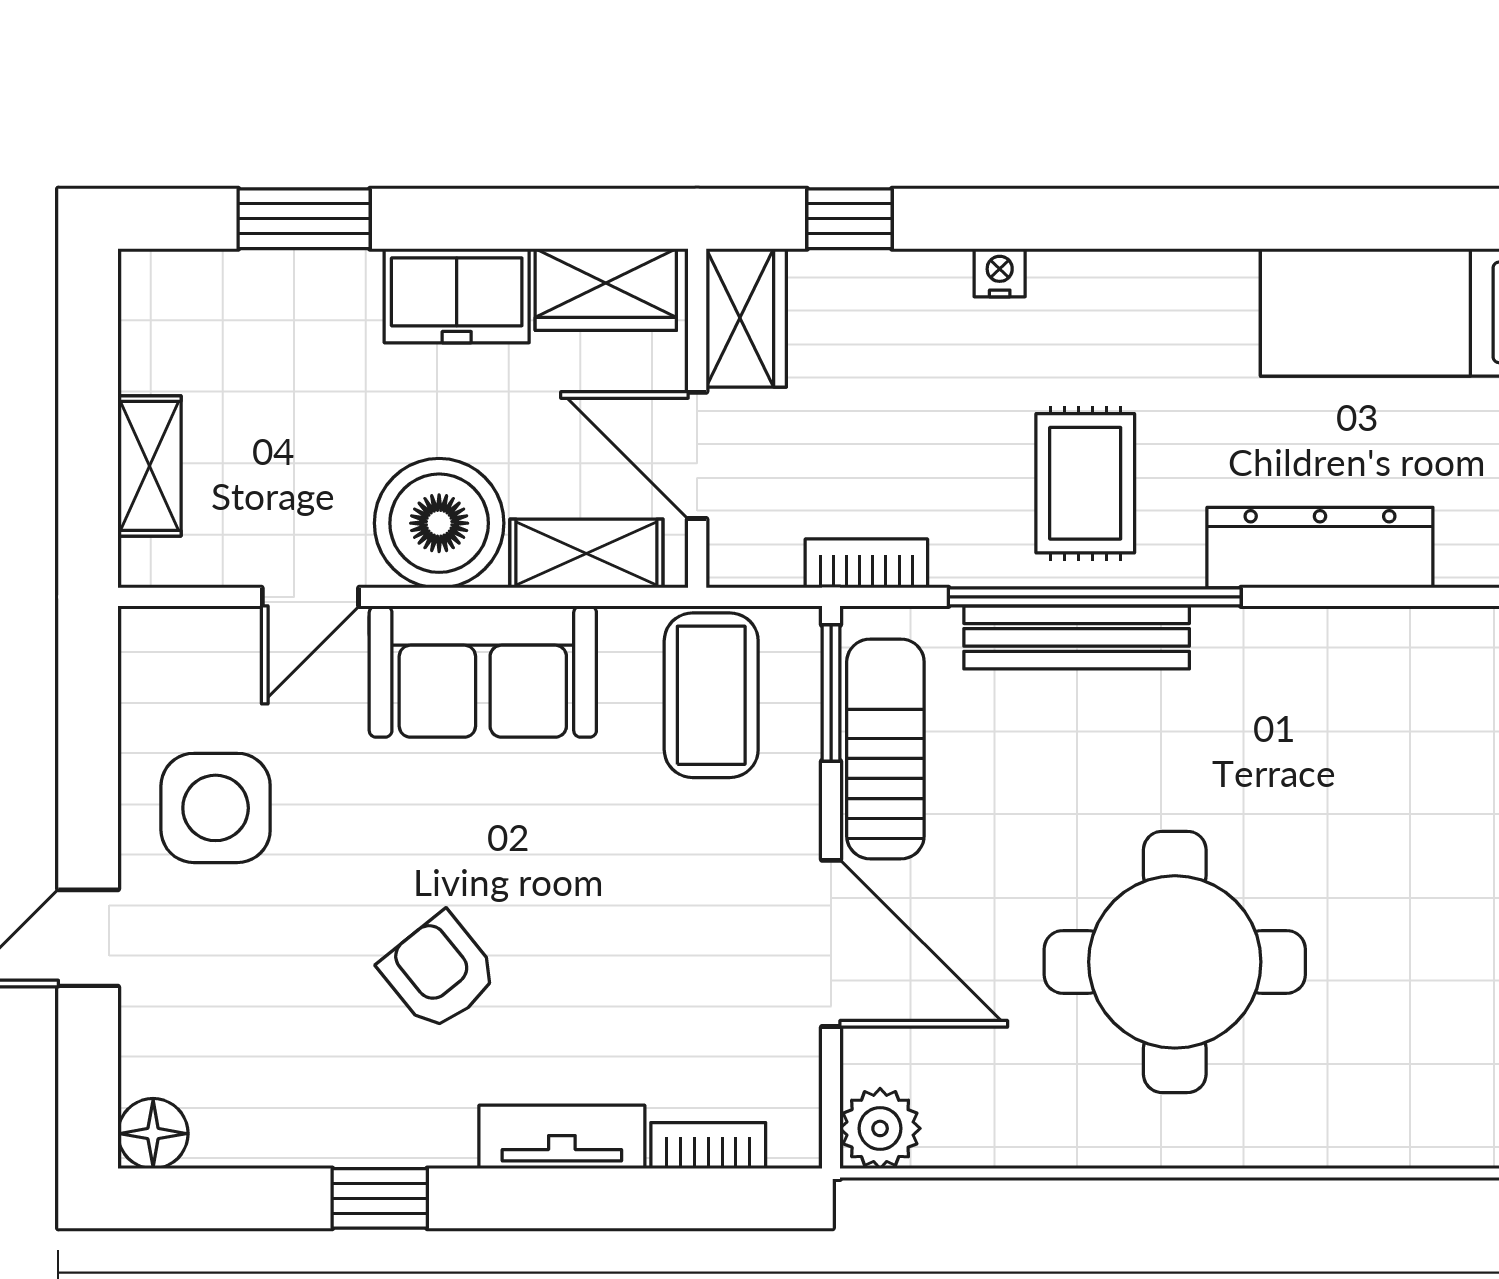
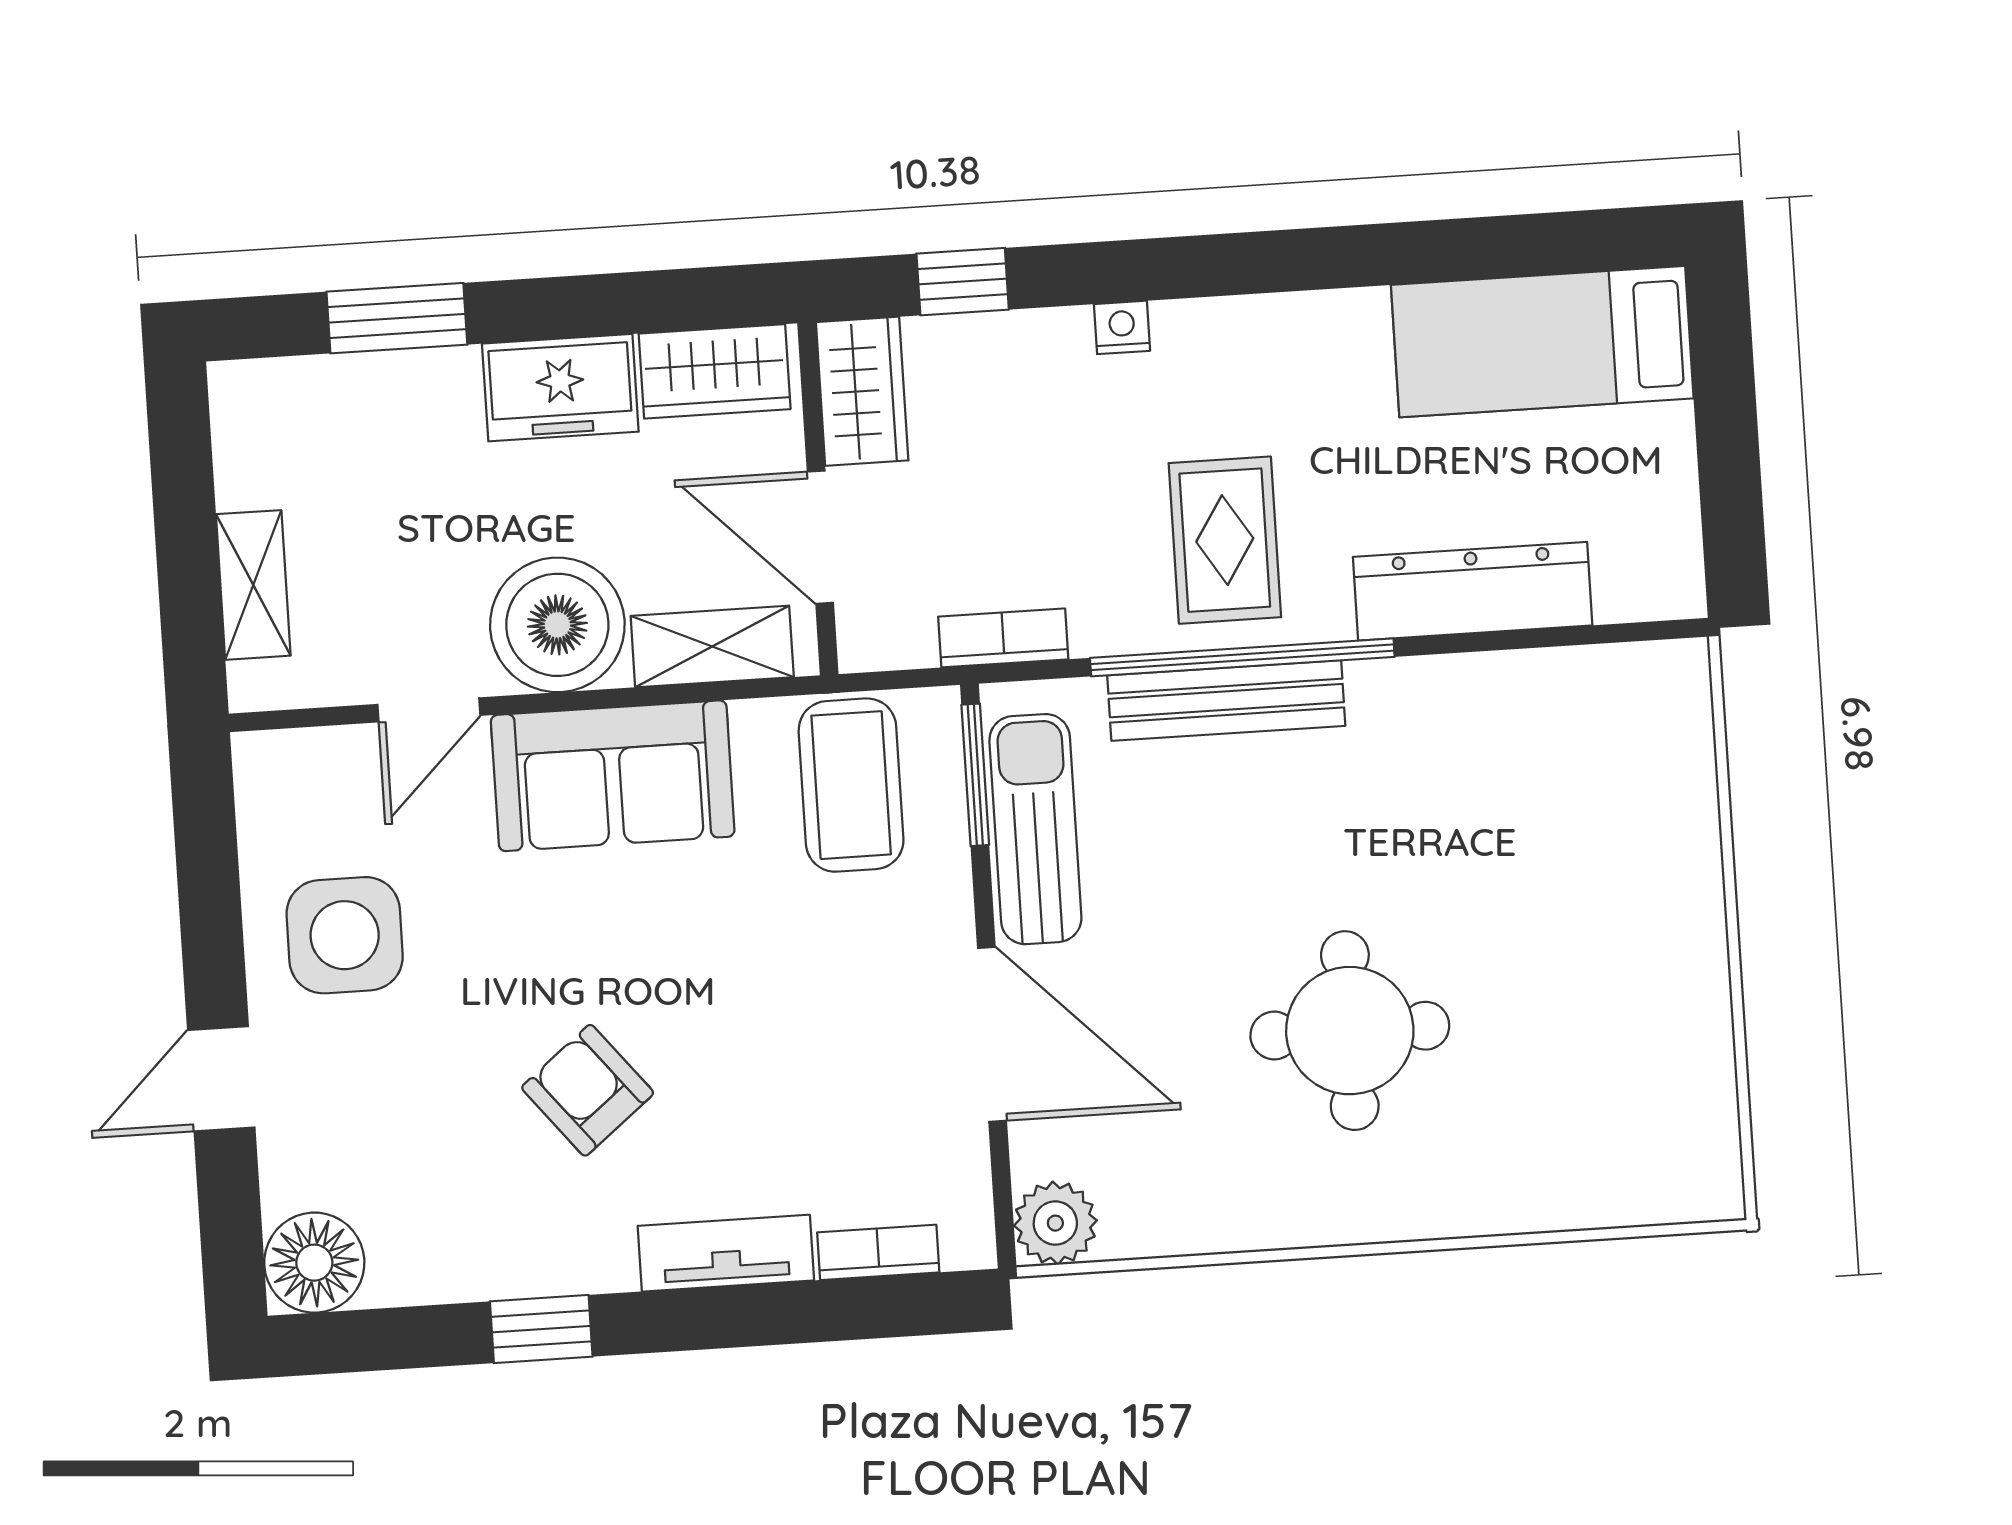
round table: (1175, 962) -> (1350, 1031), width x0.73, depth x0.73
floor lamp: (153, 1134) -> (314, 1263), width x1.38, depth x1.38

